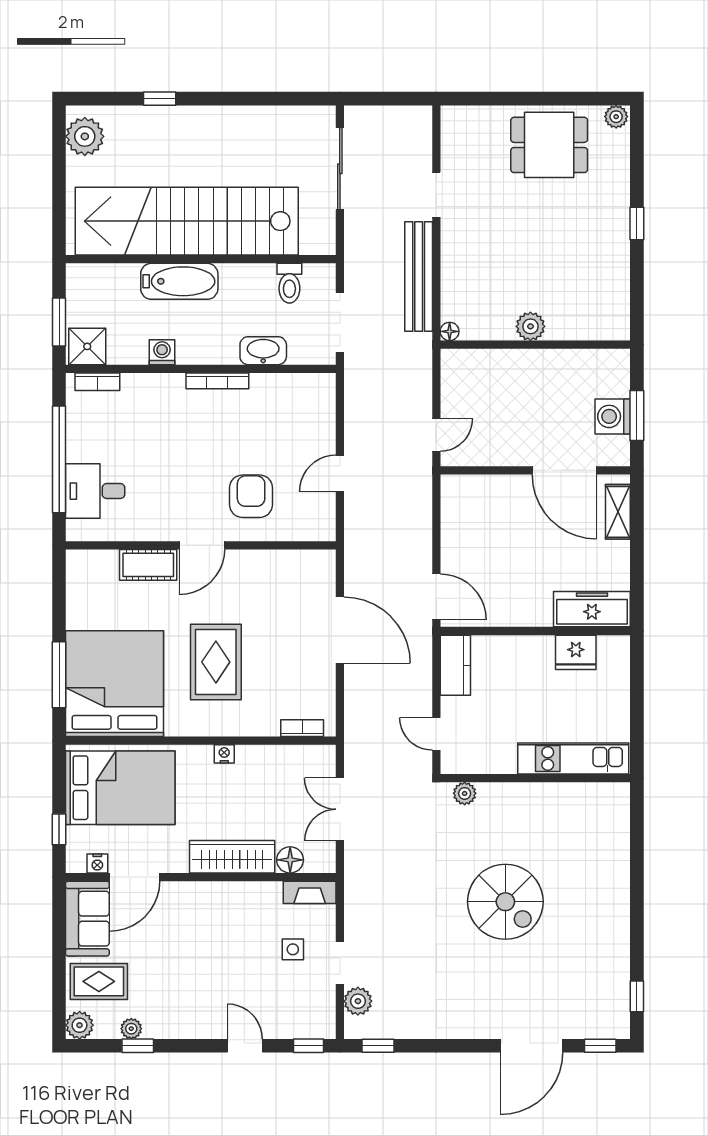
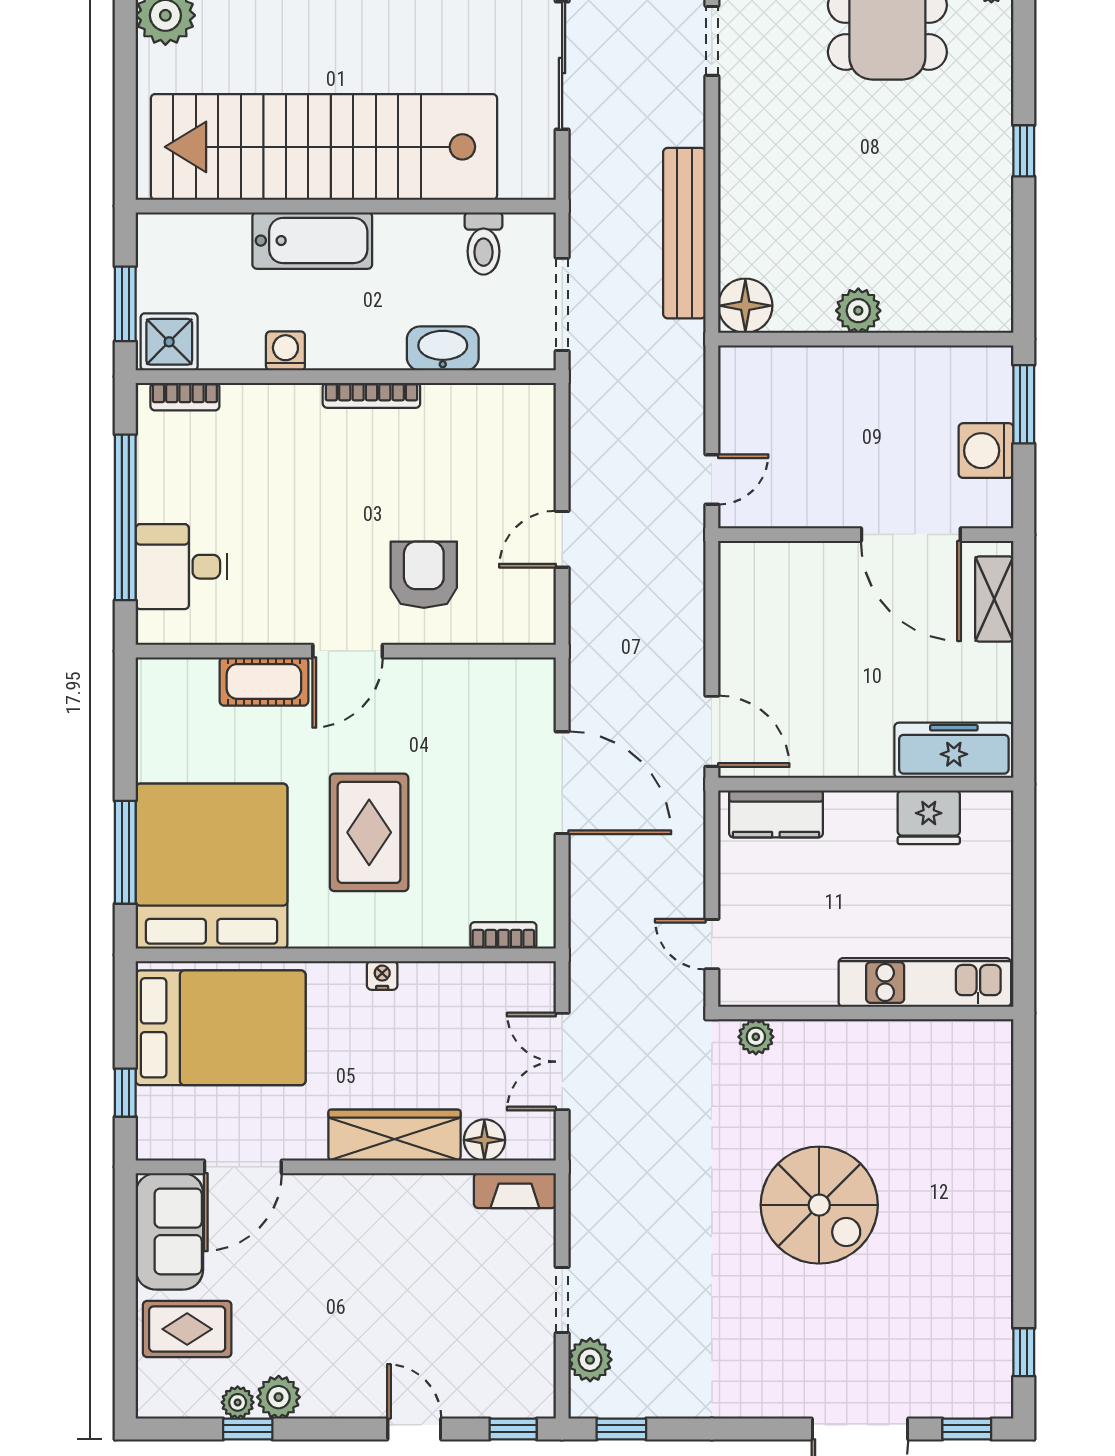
doorway: (436, 195) -> (712, 41), moved
floor lamp: (450, 331) -> (745, 306), width x1.89, depth x1.89
window: (637, 415) -> (1024, 404), moved
kitchen counter: (455, 665) -> (776, 814), moved, turned 90
nightstand: (97, 863) -> (185, 1146), removed
side table: (293, 949) -> (489, 1279), removed
plant: (80, 1025) -> (279, 1397), moved

